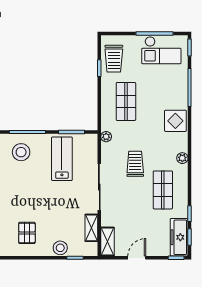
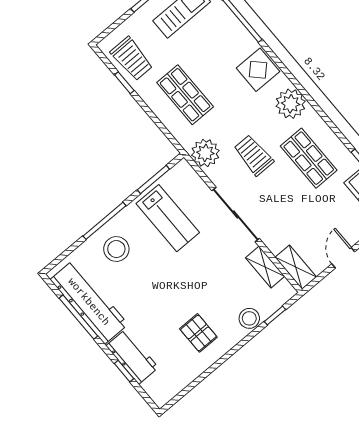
plant: (106, 137) -> (205, 153), width x1.88, depth x1.88
plant: (182, 158) -> (291, 104), width x1.88, depth x1.88
lab bench: (62, 159) -> (168, 218), turned 180

